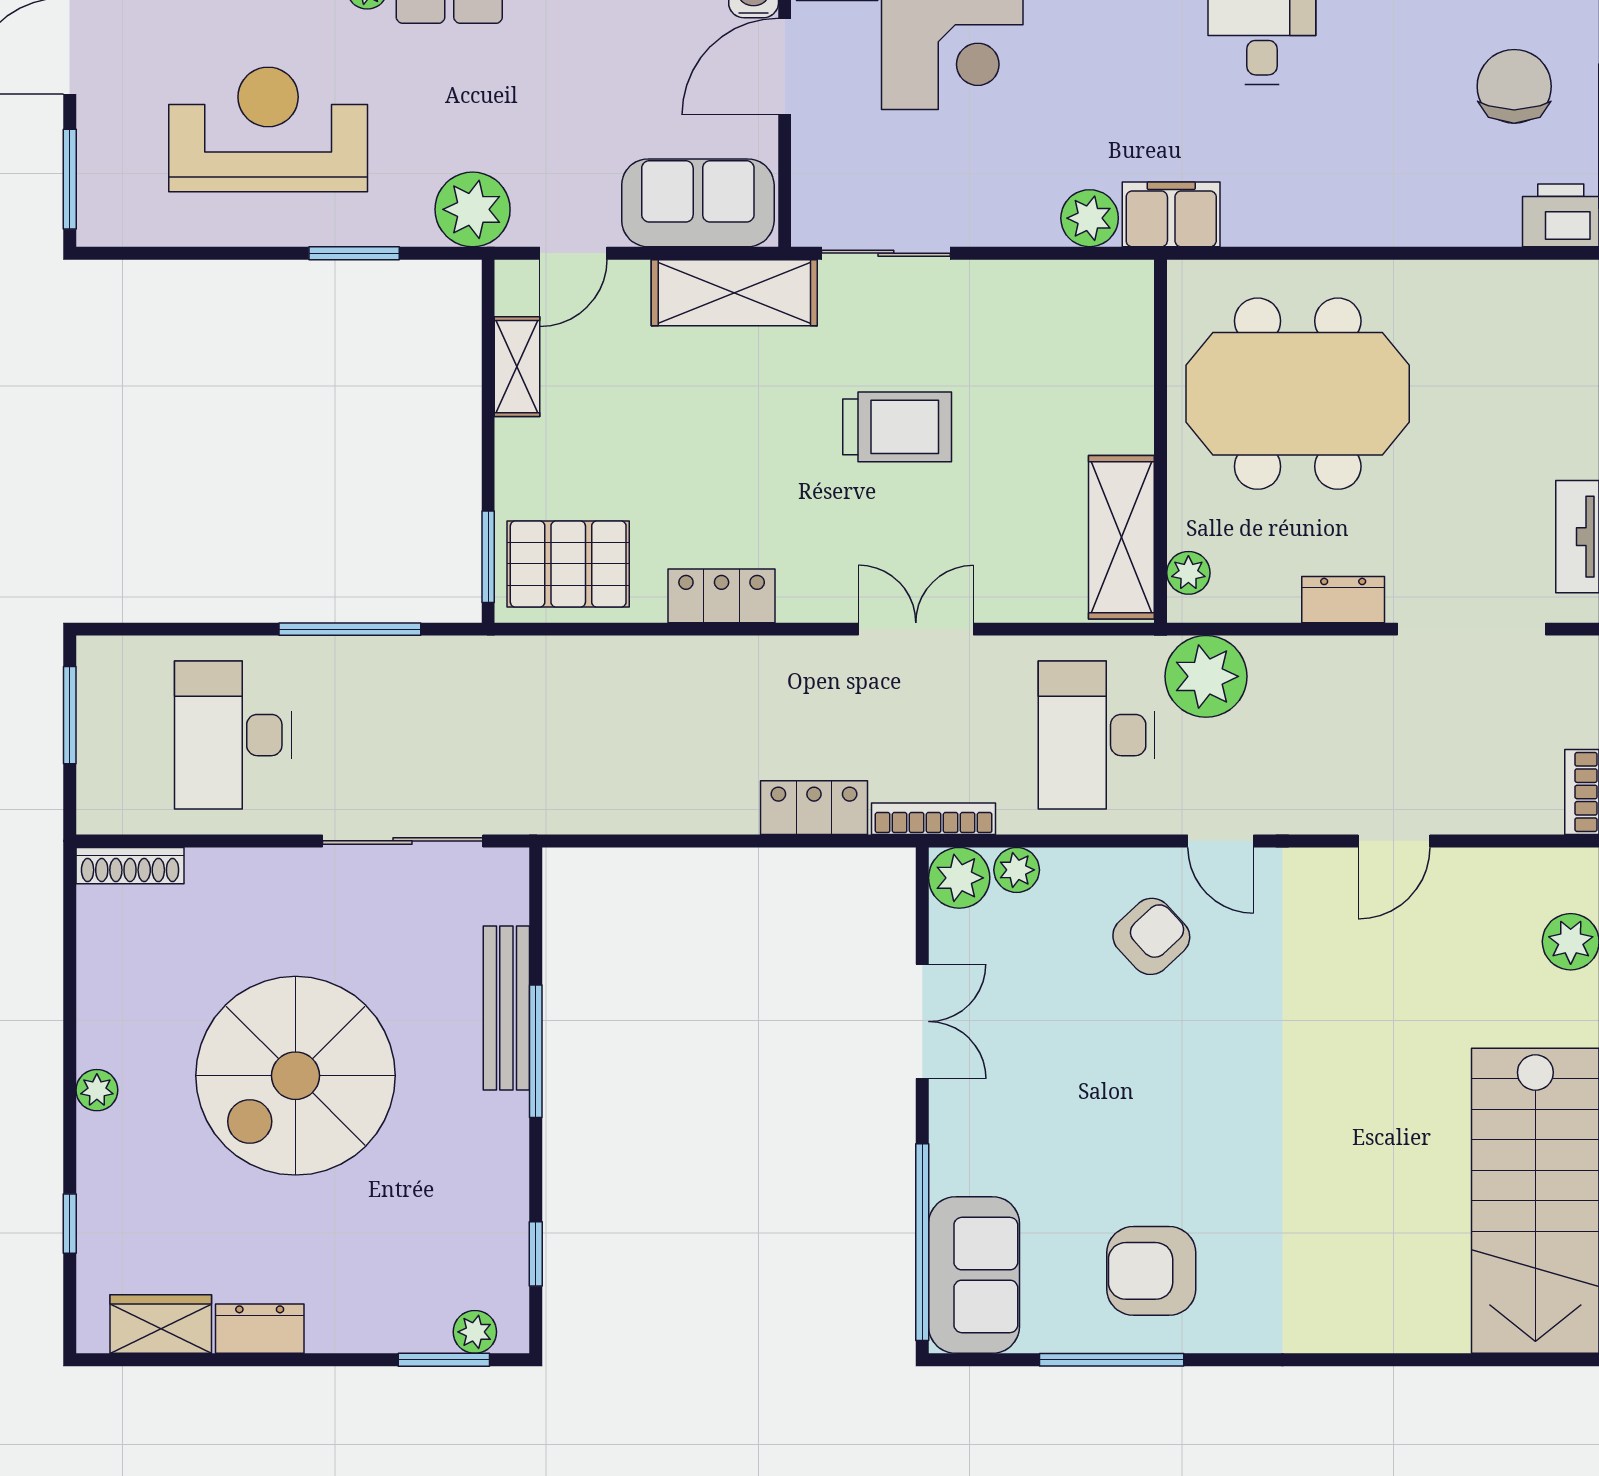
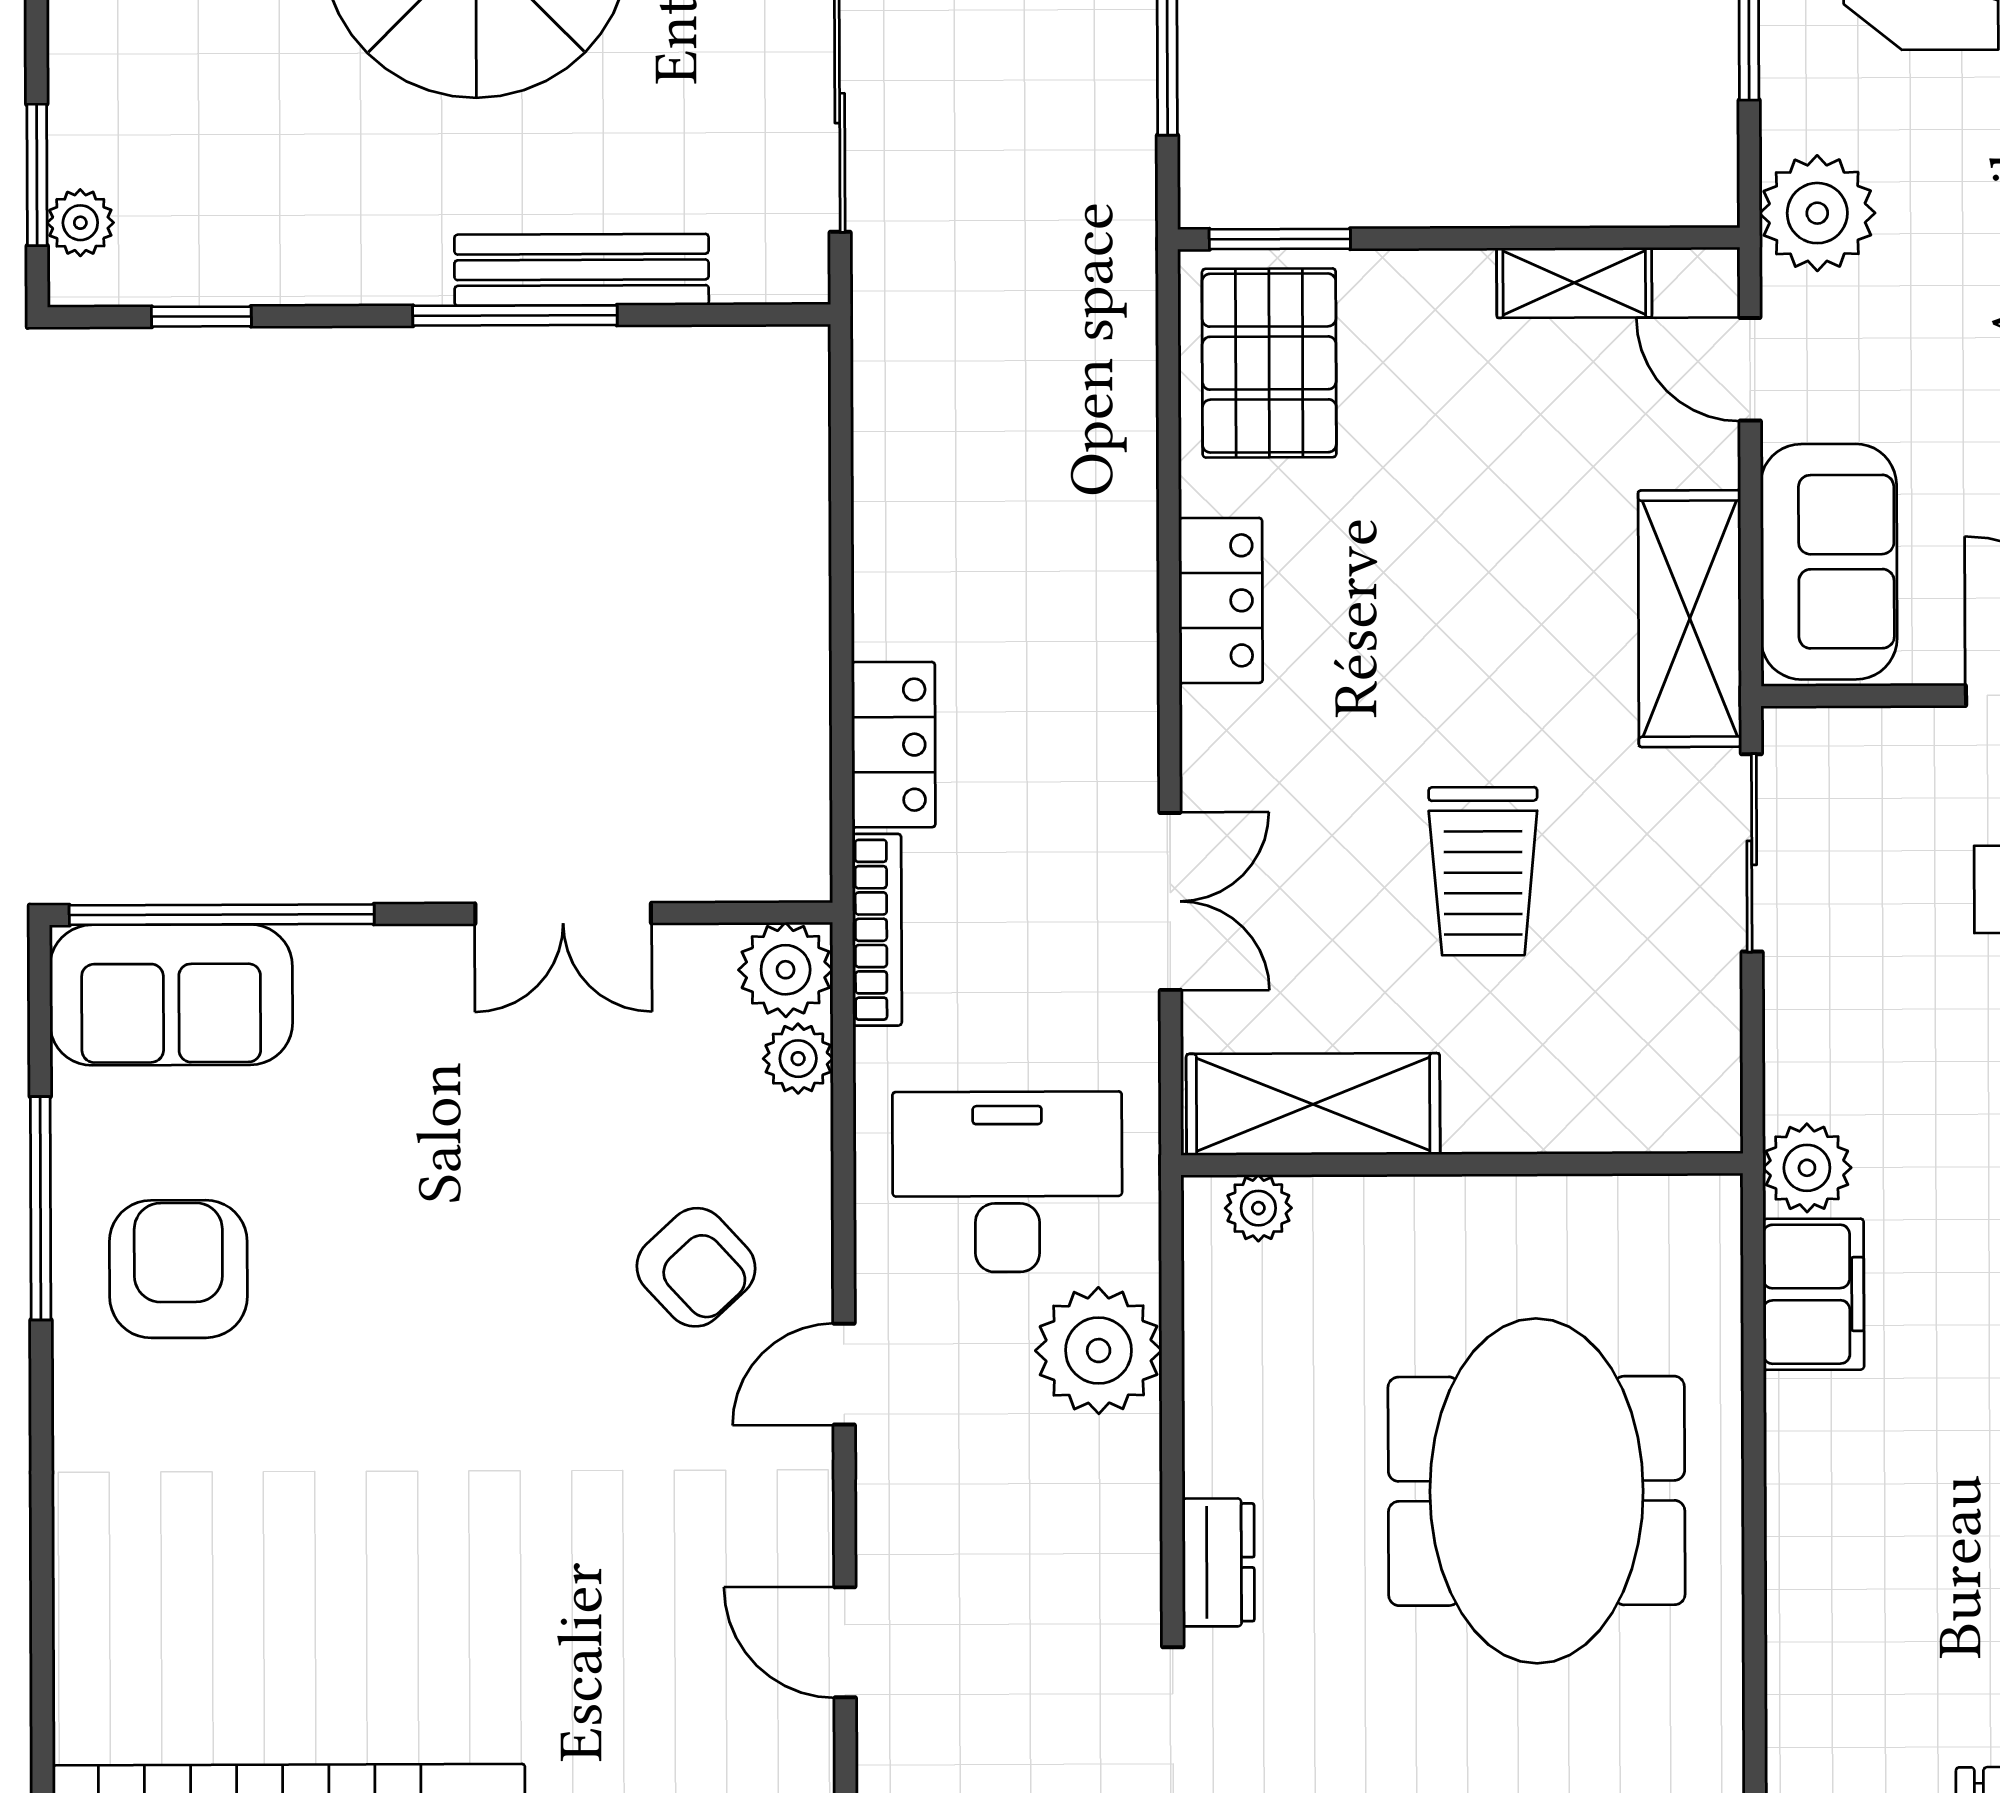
wall: (1161, 441) -> (1462, 1164), moved
shelving: (1121, 537) -> (1313, 1104), moved
plant: (1188, 573) -> (1258, 1208), moved

